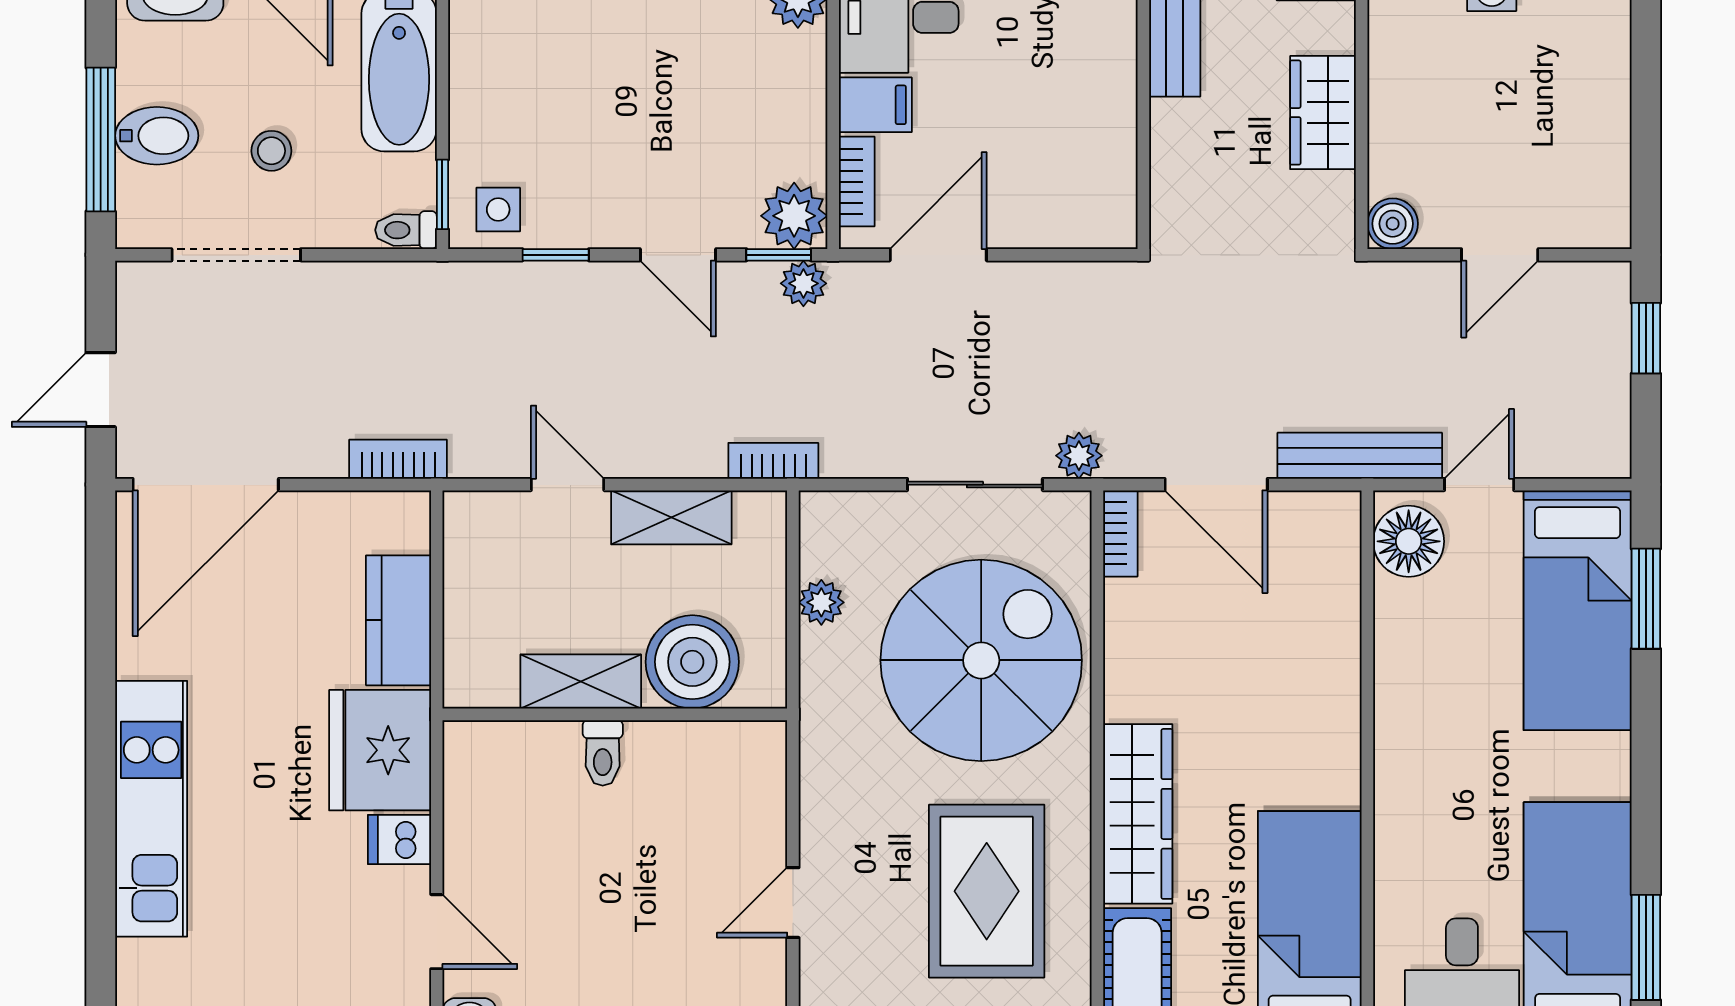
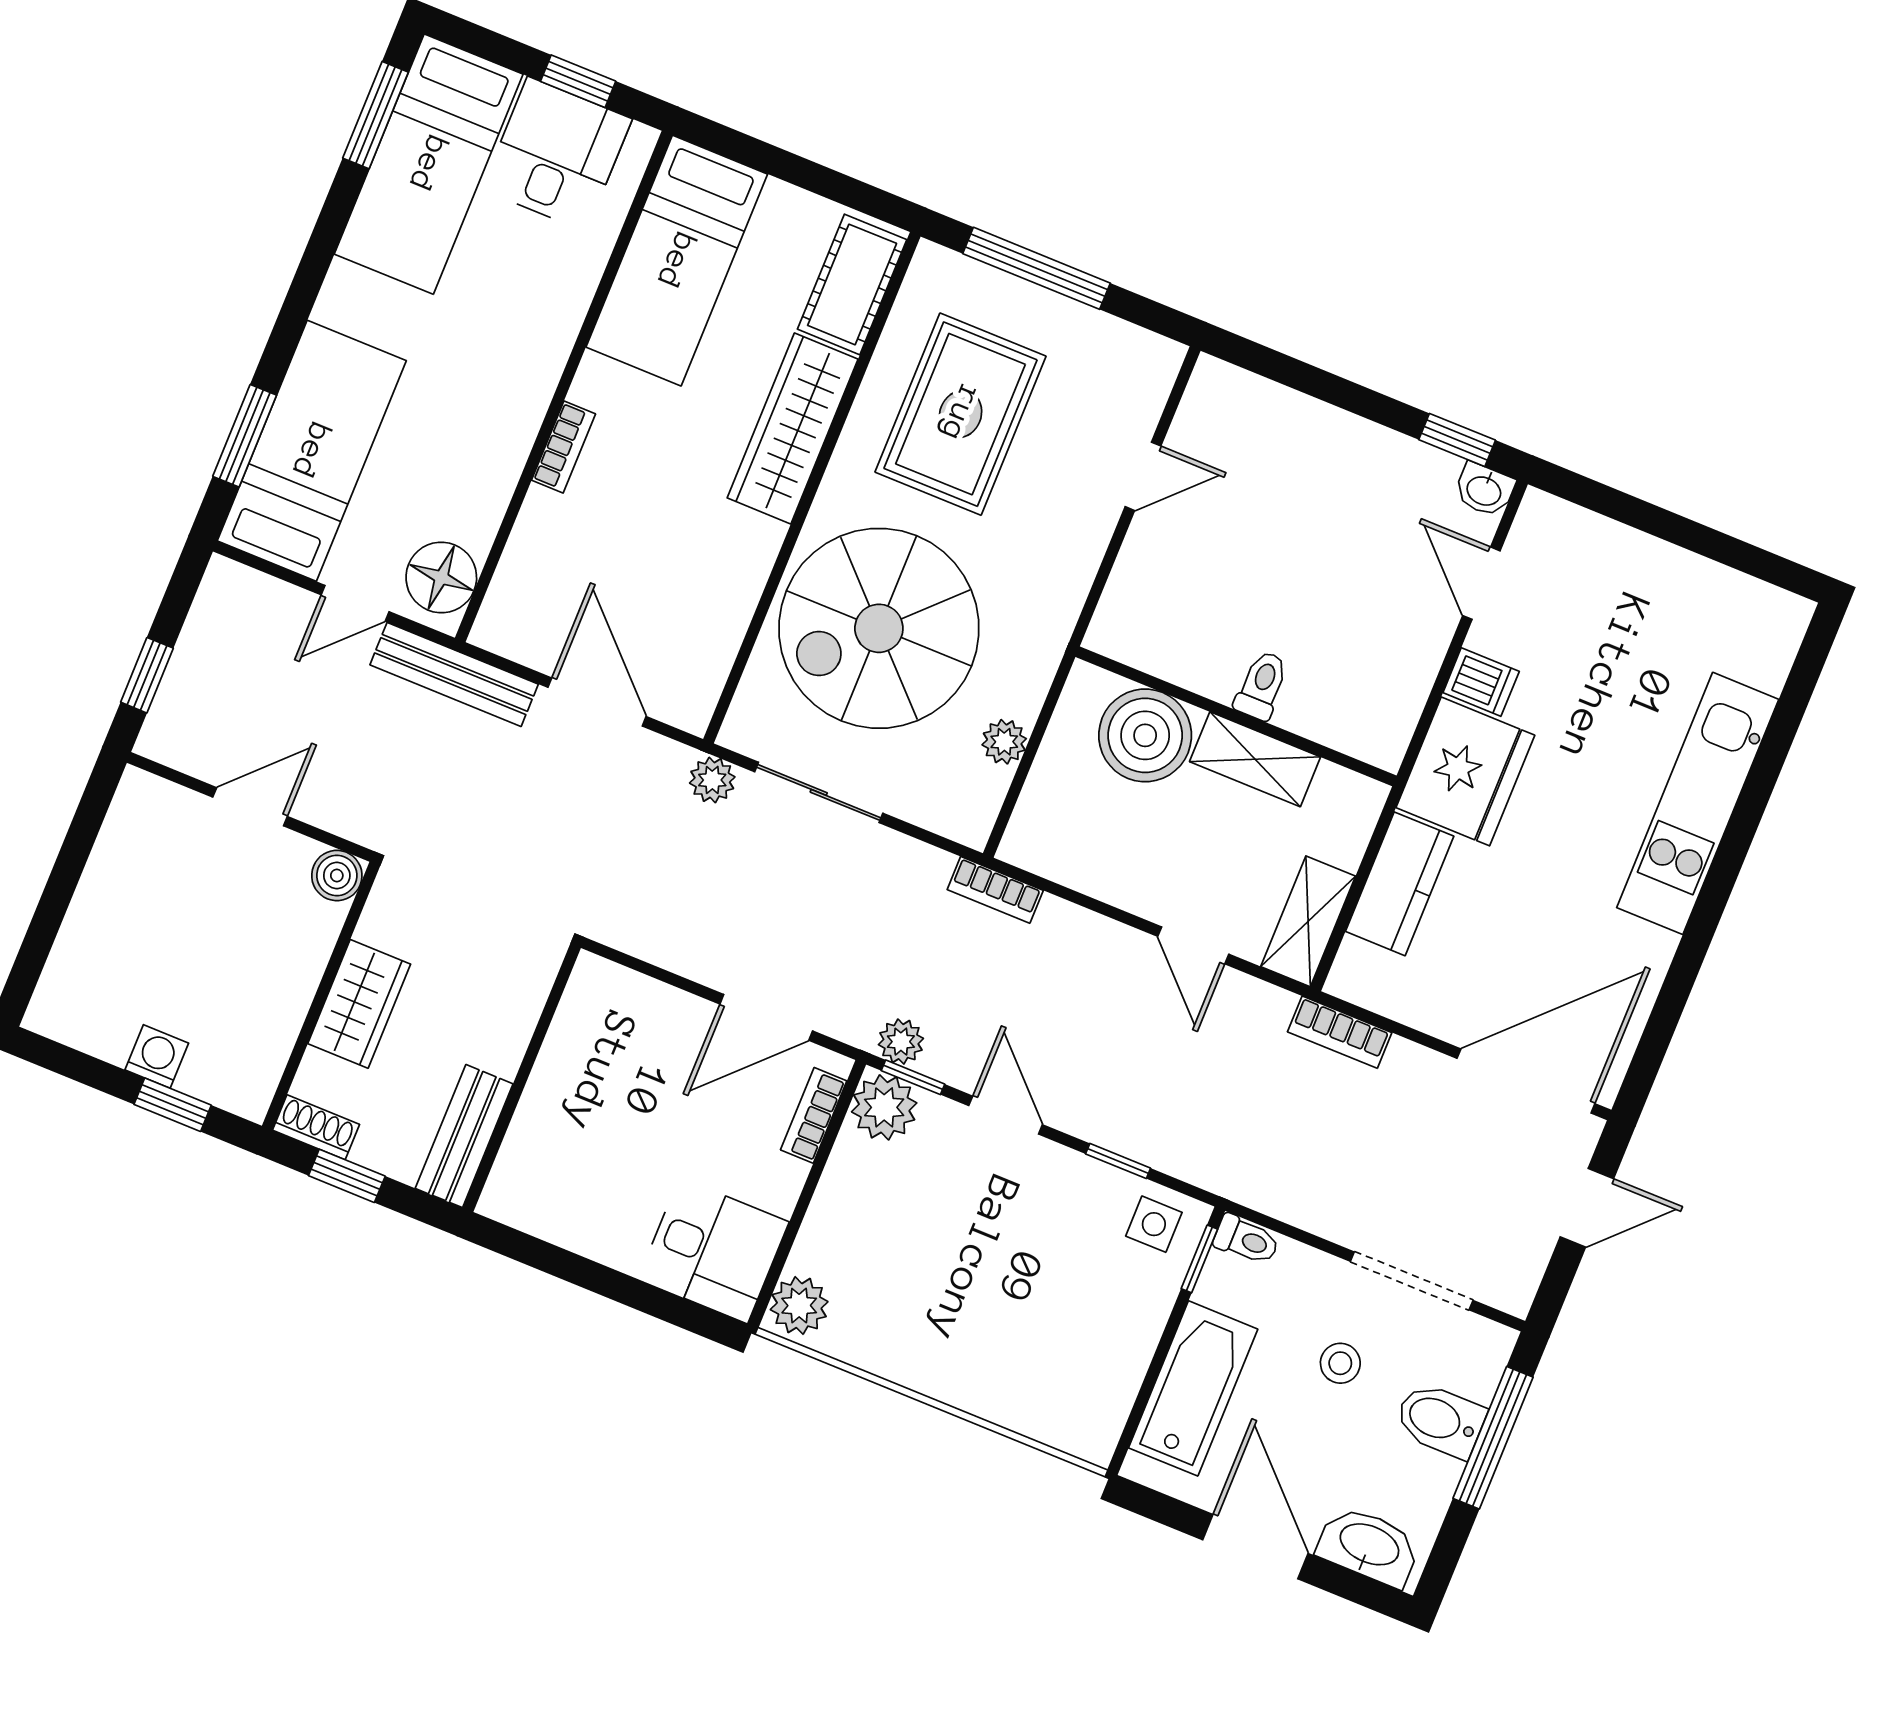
filing cabinet: (875, 105) -> (768, 1179), removed
shelving: (671, 517) -> (1308, 921), moved, turned 90
bookcase: (1120, 533) -> (564, 447), moved, turned 180

